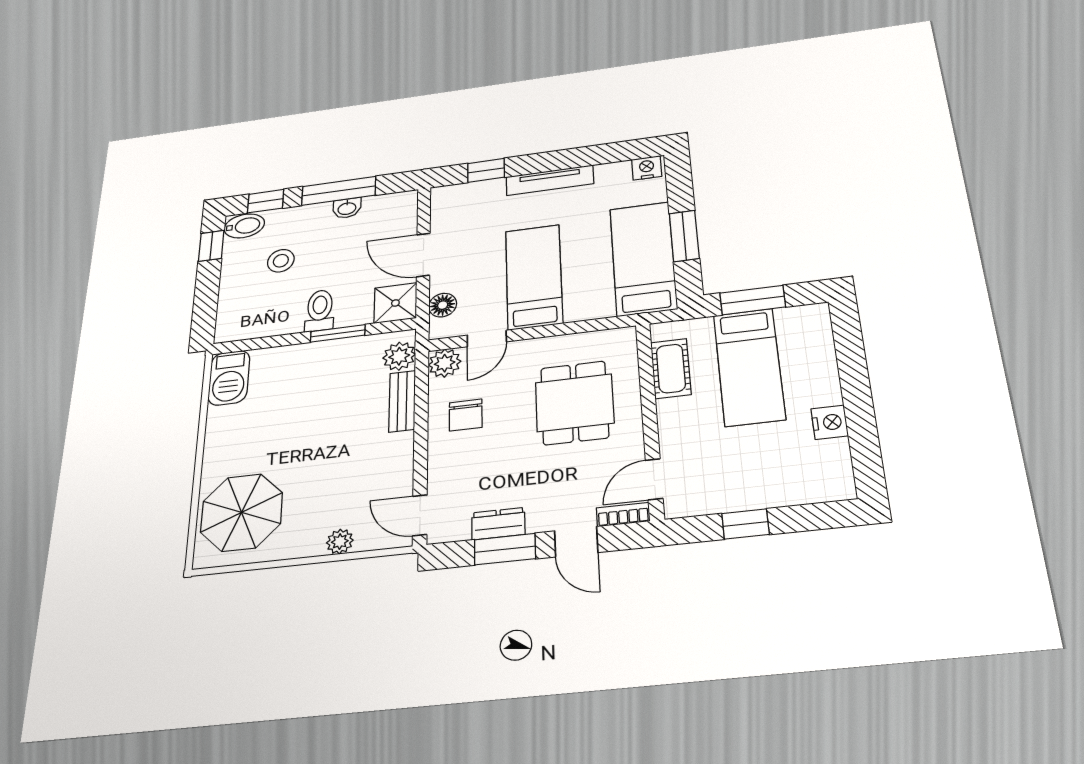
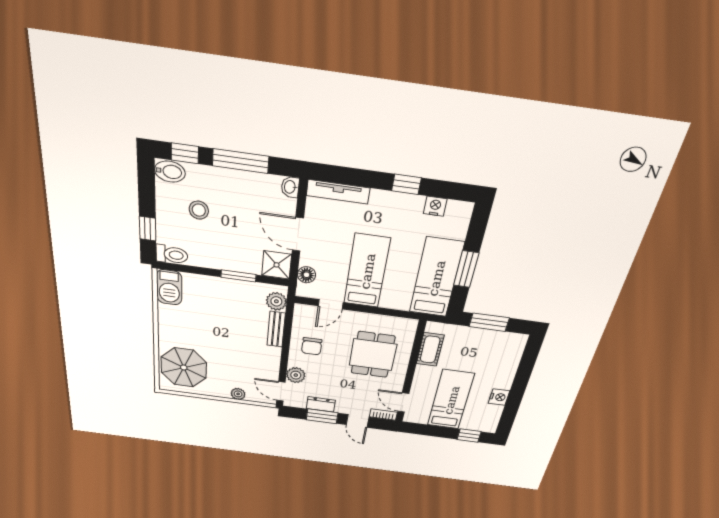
nightstand: (647, 168) -> (435, 206), moved
window: (486, 170) -> (406, 184), moved
tv unit: (550, 180) -> (338, 192), moved
washbasin: (347, 208) -> (290, 187), moved, turned 90
window: (211, 246) -> (148, 229), moved
toilet: (320, 310) -> (172, 255), moved, turned 90
plant: (445, 363) -> (296, 375), moved
bed: (749, 367) -> (451, 400), moved, turned 180
door: (654, 479) -> (403, 402), hinge flipped
window: (745, 524) -> (469, 436), moved

